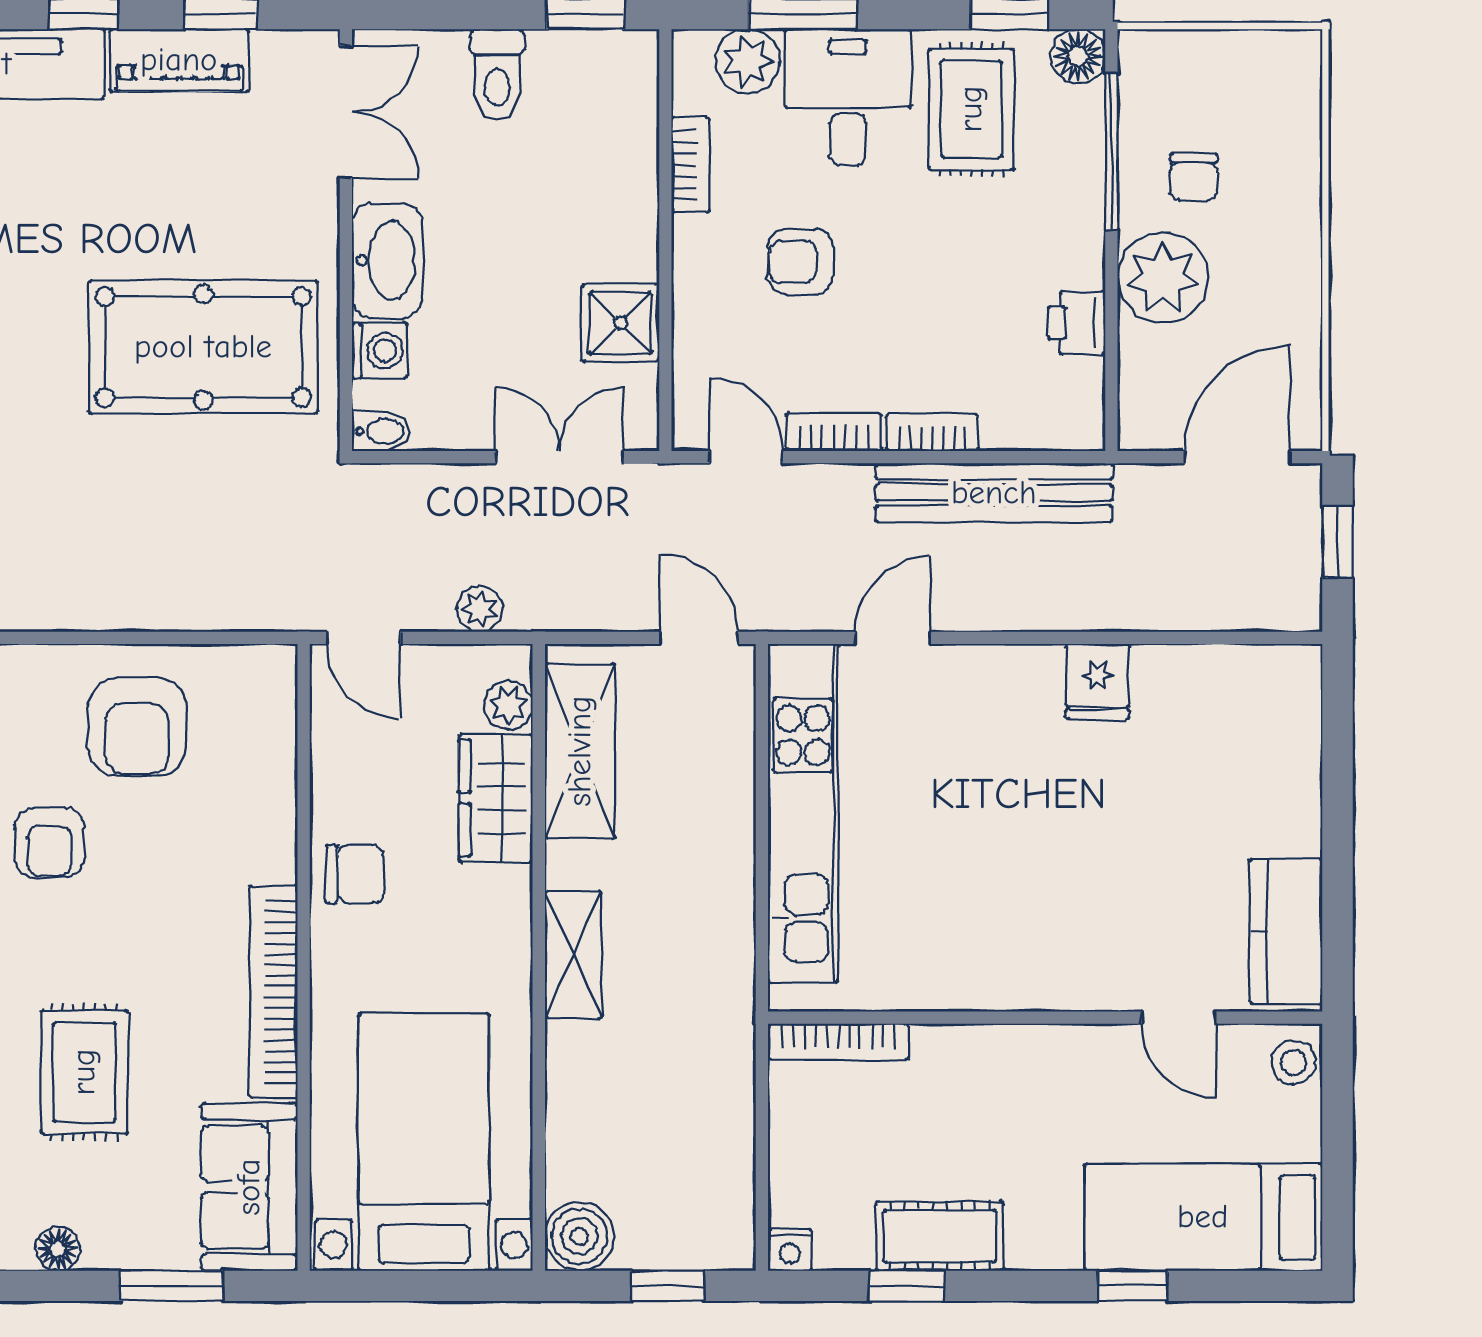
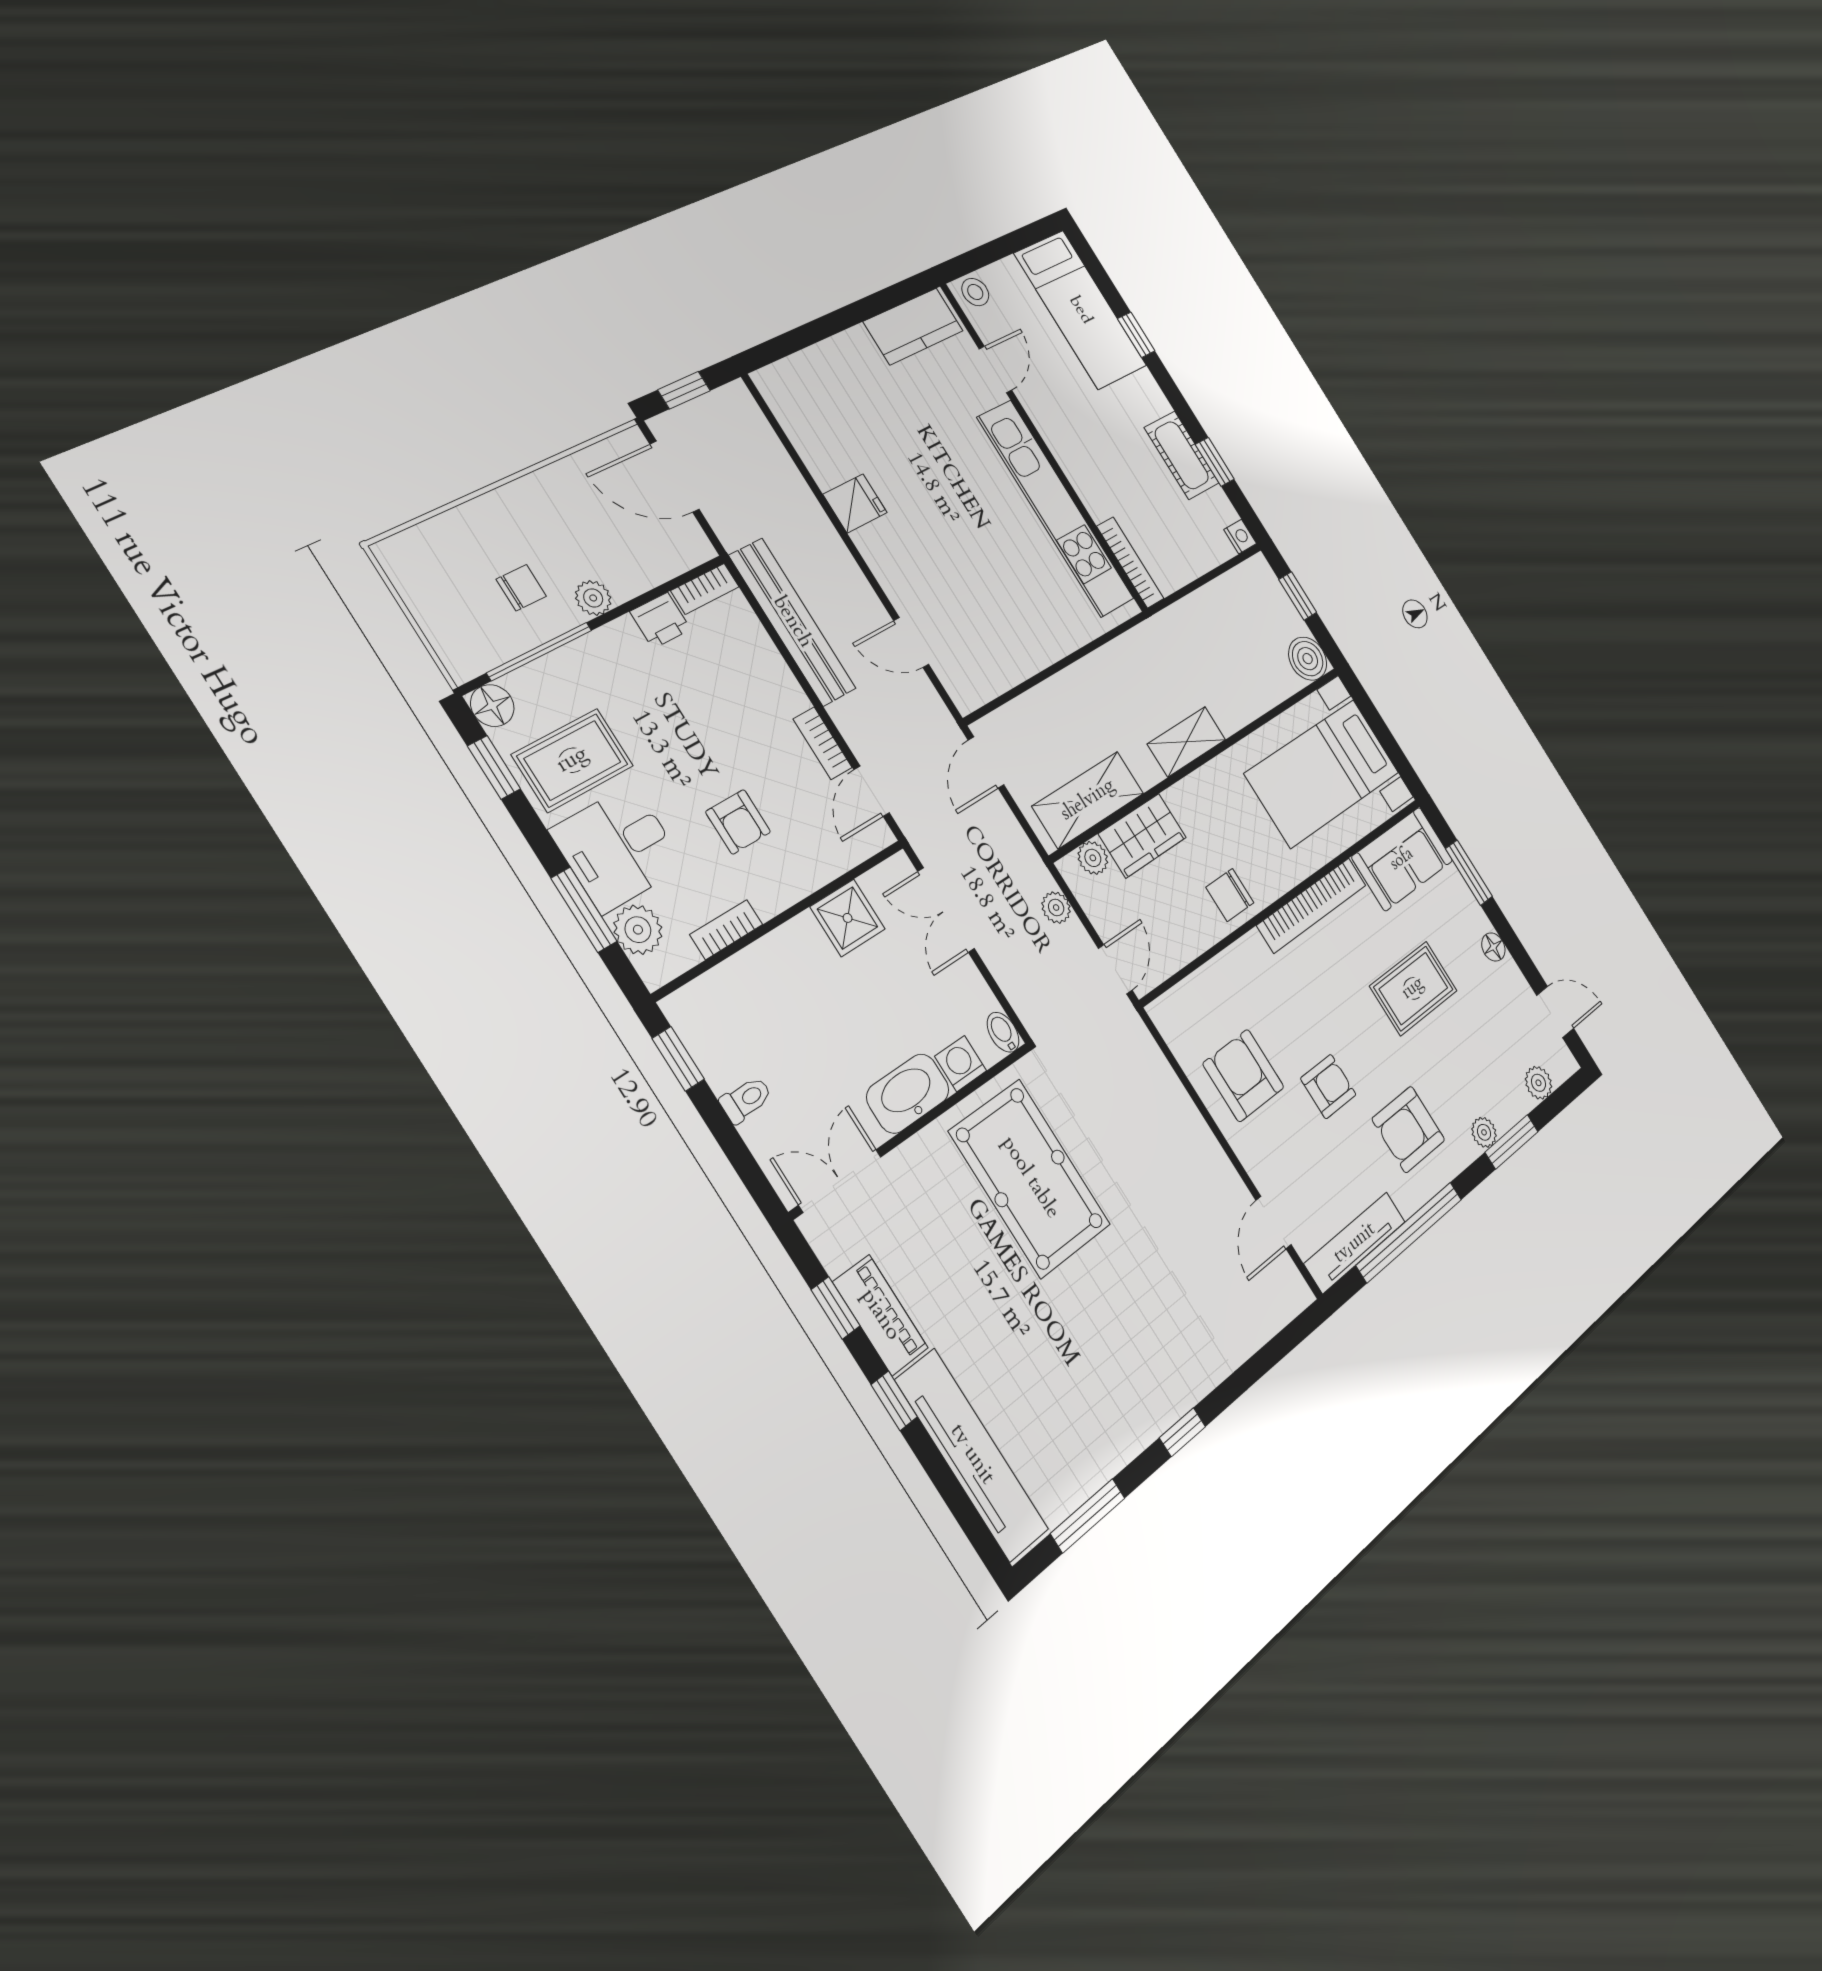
toilet: (497, 75) -> (746, 1099), width x0.73, depth x0.72
plant: (1163, 278) -> (593, 598), width x0.53, depth x0.53
bookcase: (932, 433) -> (705, 589), moved, turned -90
armchair: (137, 727) -> (1243, 1075), turned -90
kitchen unit: (803, 813) -> (1056, 508), moved, turned -90
chair: (355, 874) -> (1230, 895), turned -90

